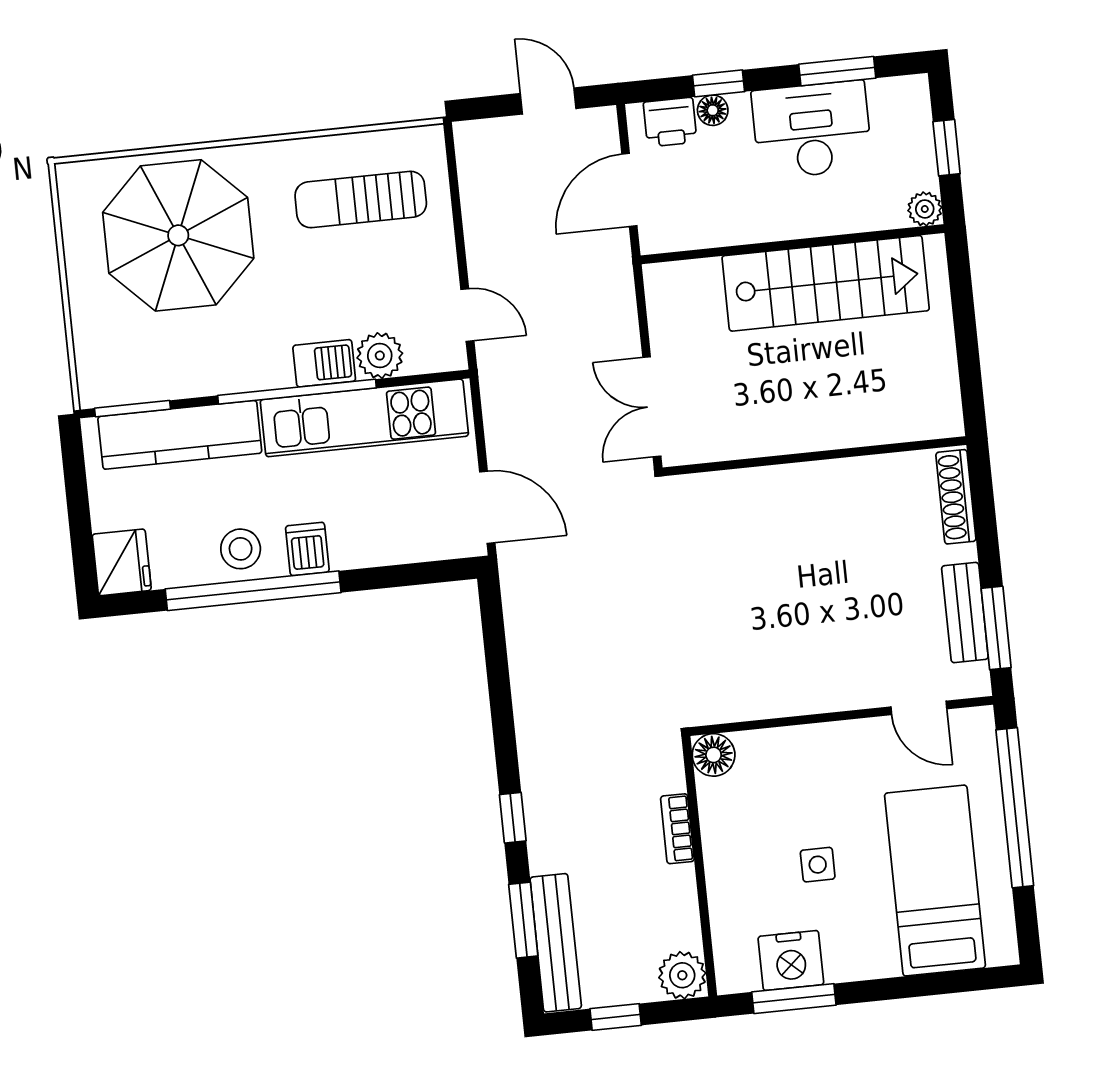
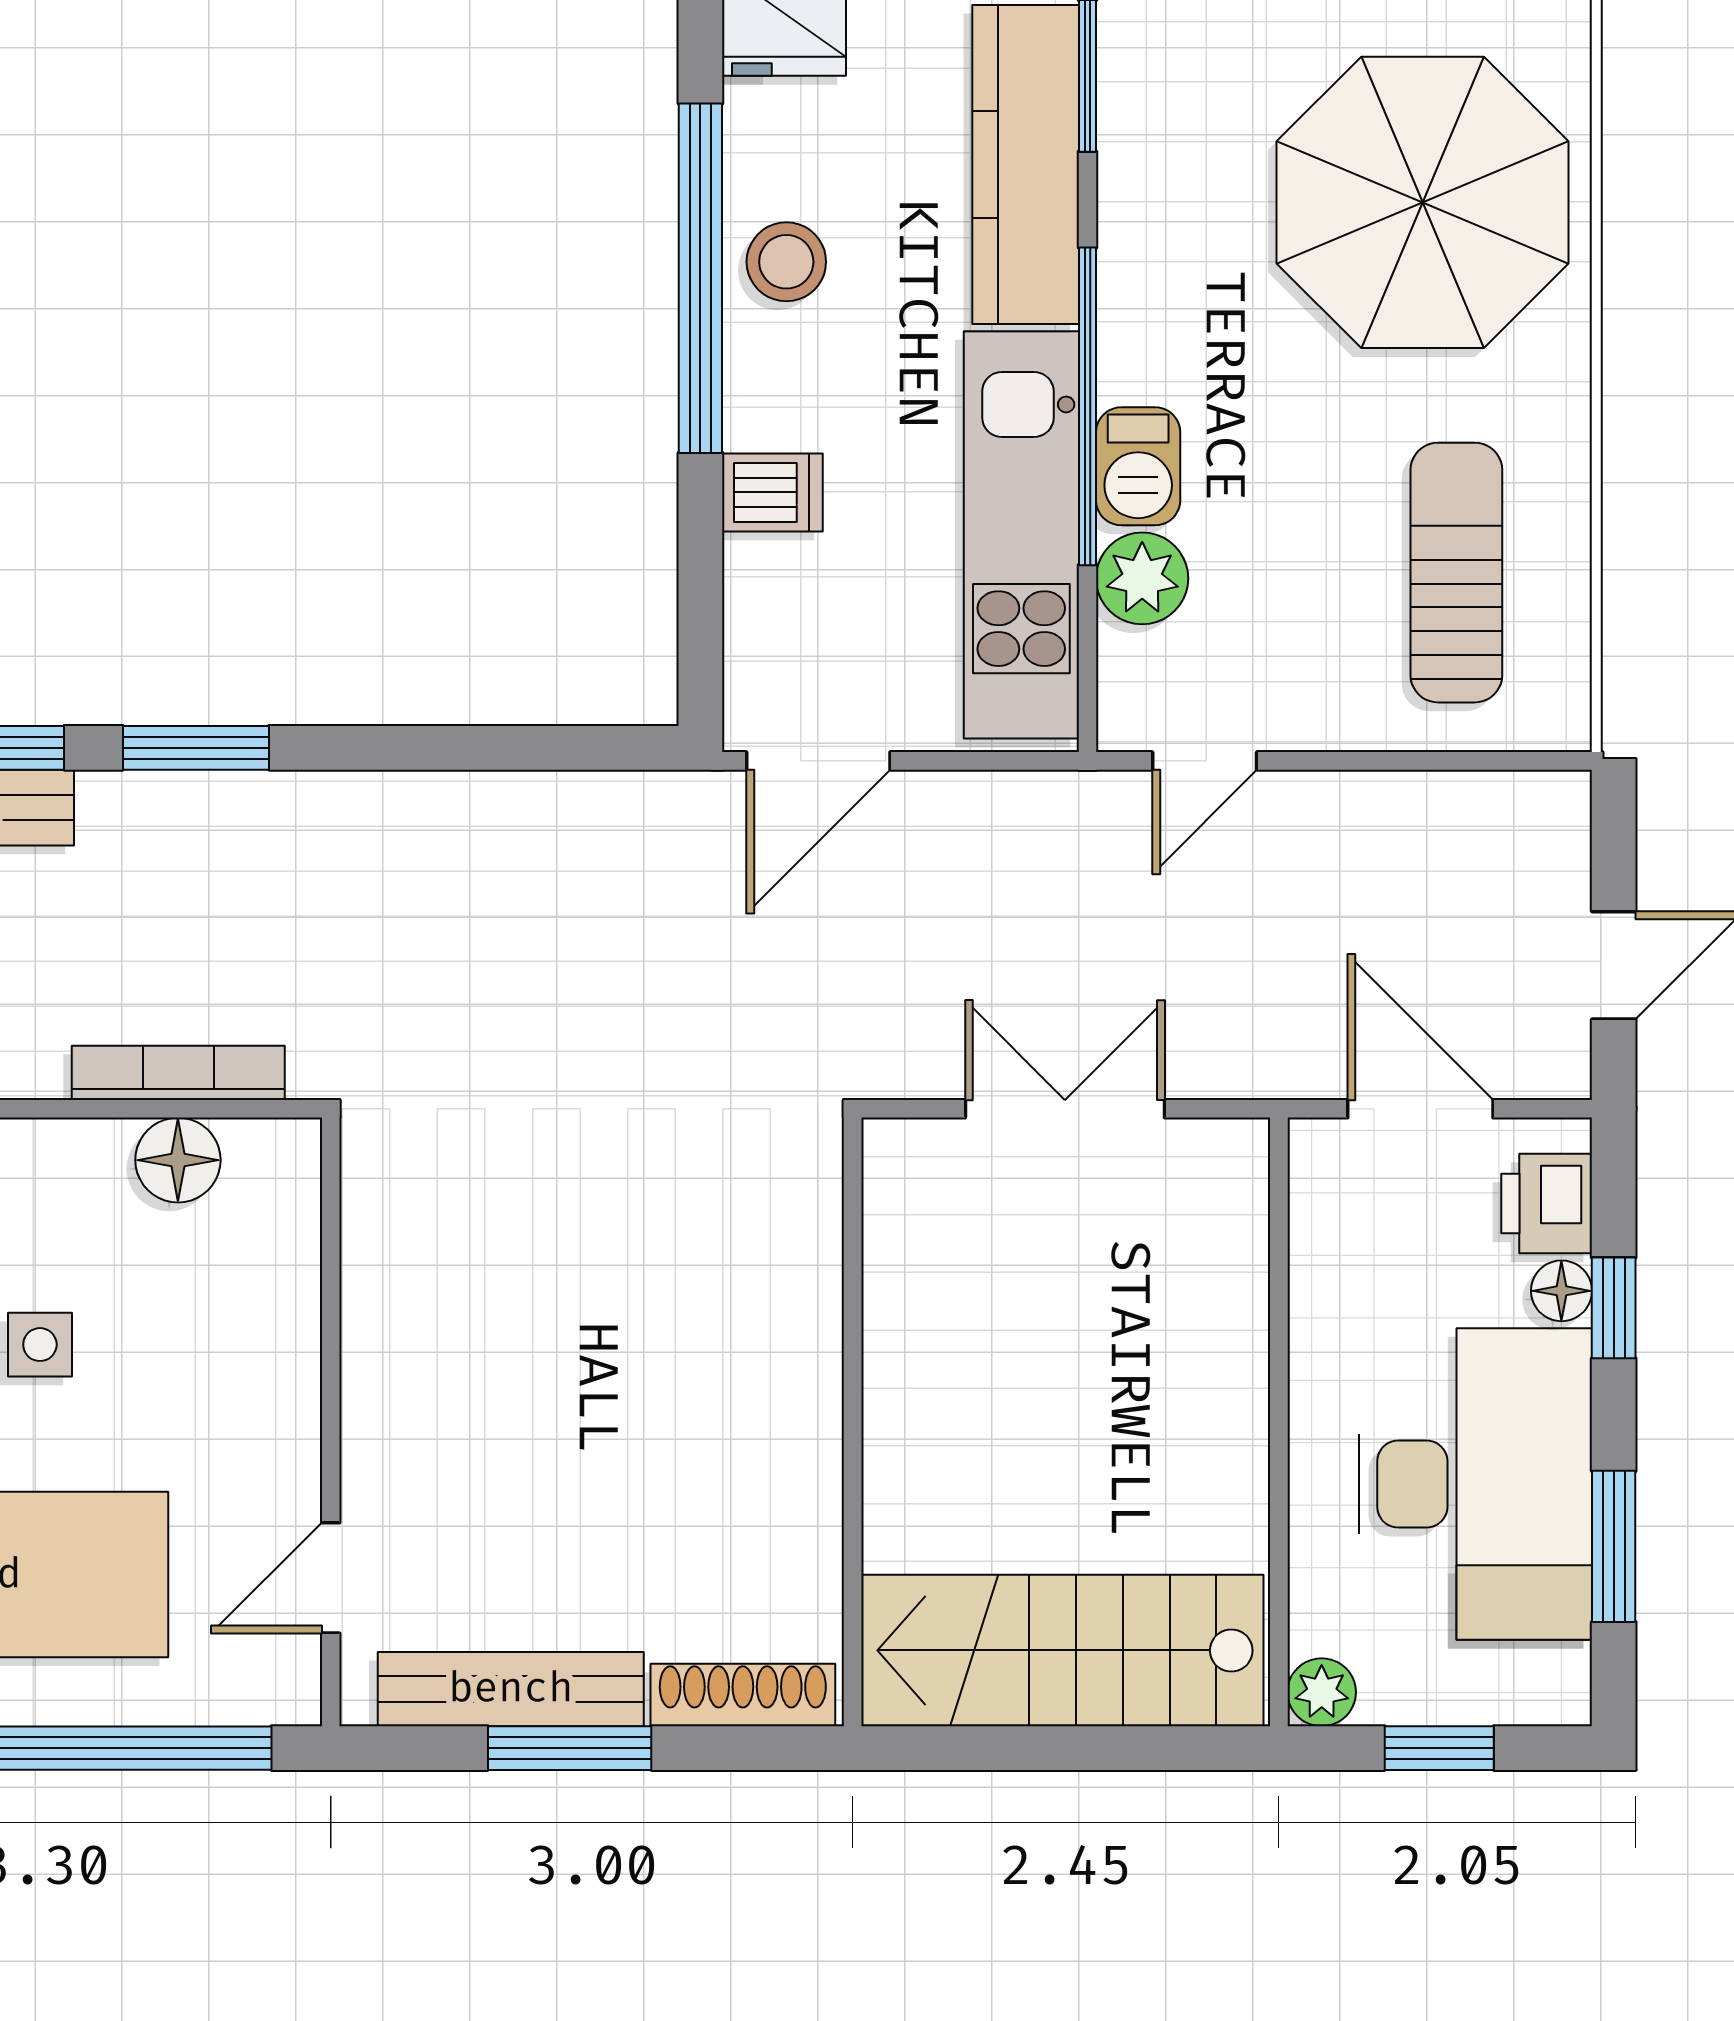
desk: (812, 130) -> (1475, 1484), width x1.36, depth x1.30
stairs: (826, 283) -> (1062, 1650), moved, turned 90
double door: (652, 407) -> (1065, 1109), moved
dishwasher: (307, 549) -> (772, 492), moved
bench: (965, 613) -> (511, 1689), width x1.36
window: (996, 628) -> (570, 1748), moved
floor lamp: (714, 755) -> (178, 1160), moved
window: (513, 818) -> (196, 748), width x1.50
bookcase: (677, 829) -> (178, 1073), width x1.56

